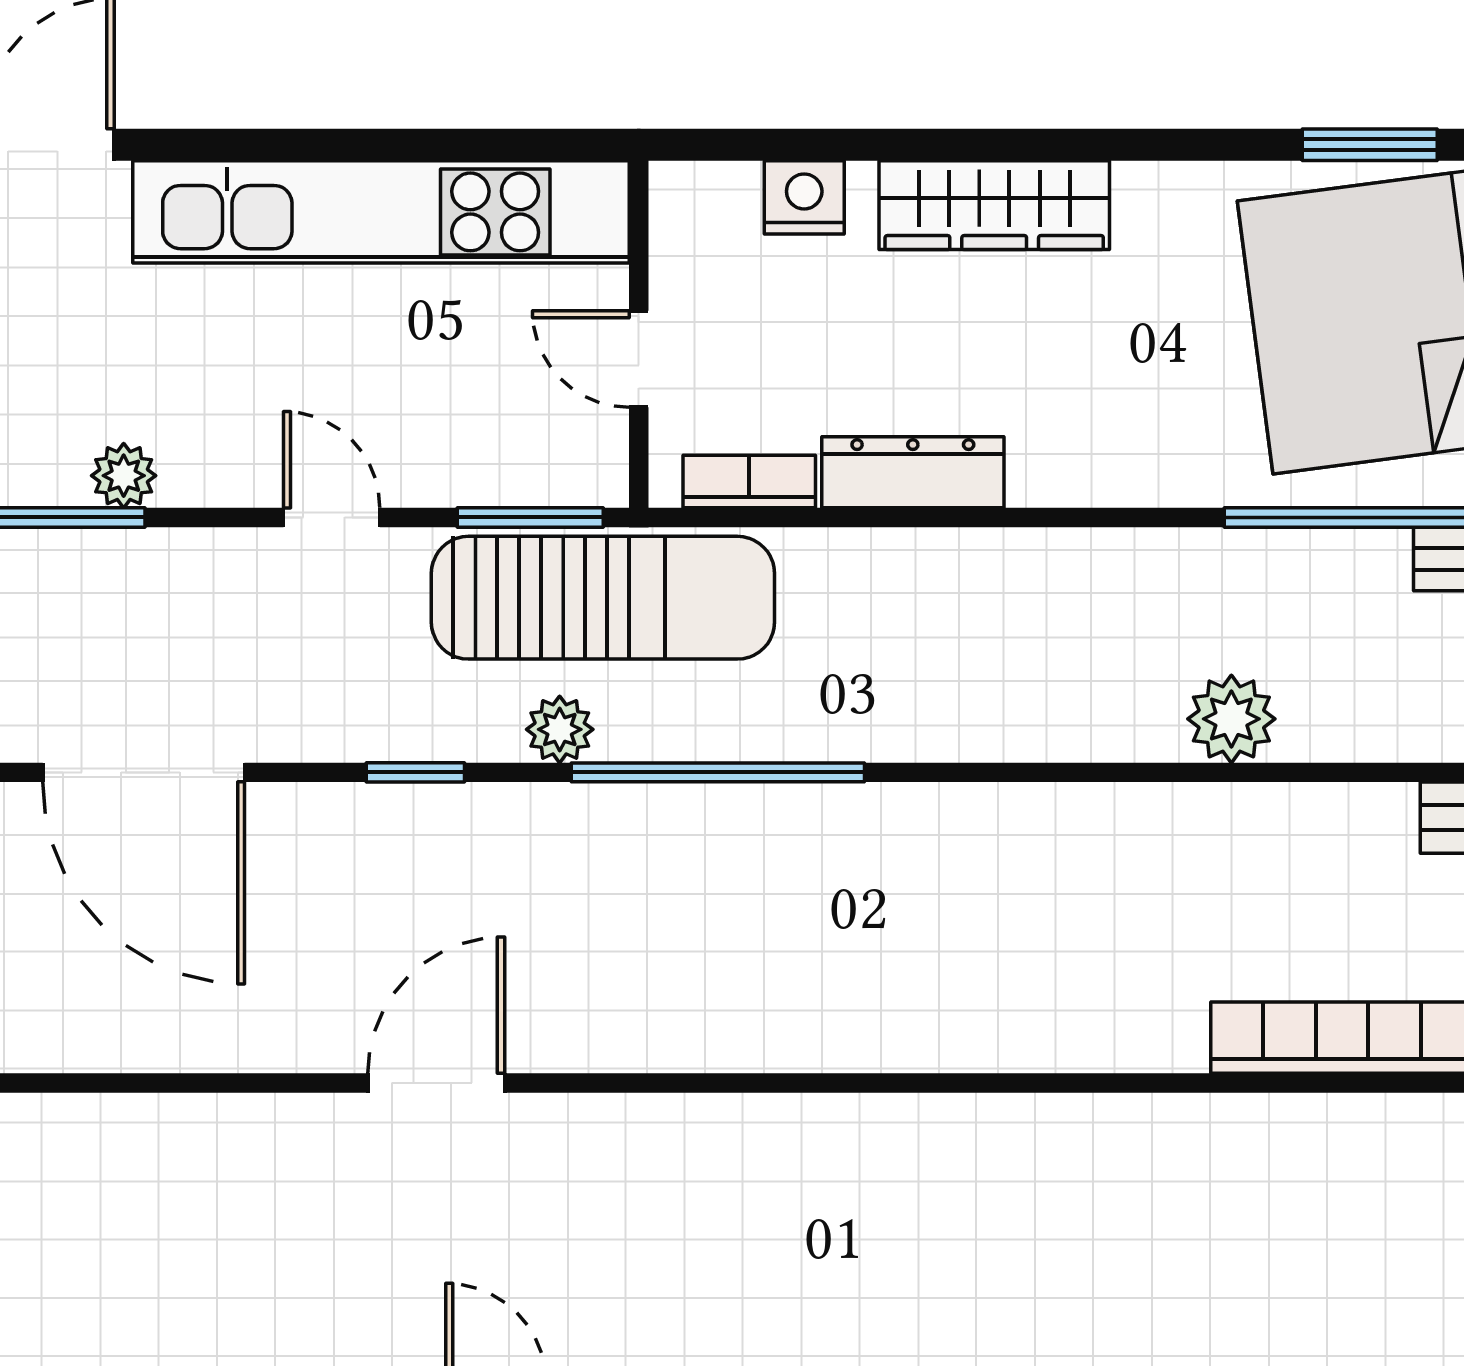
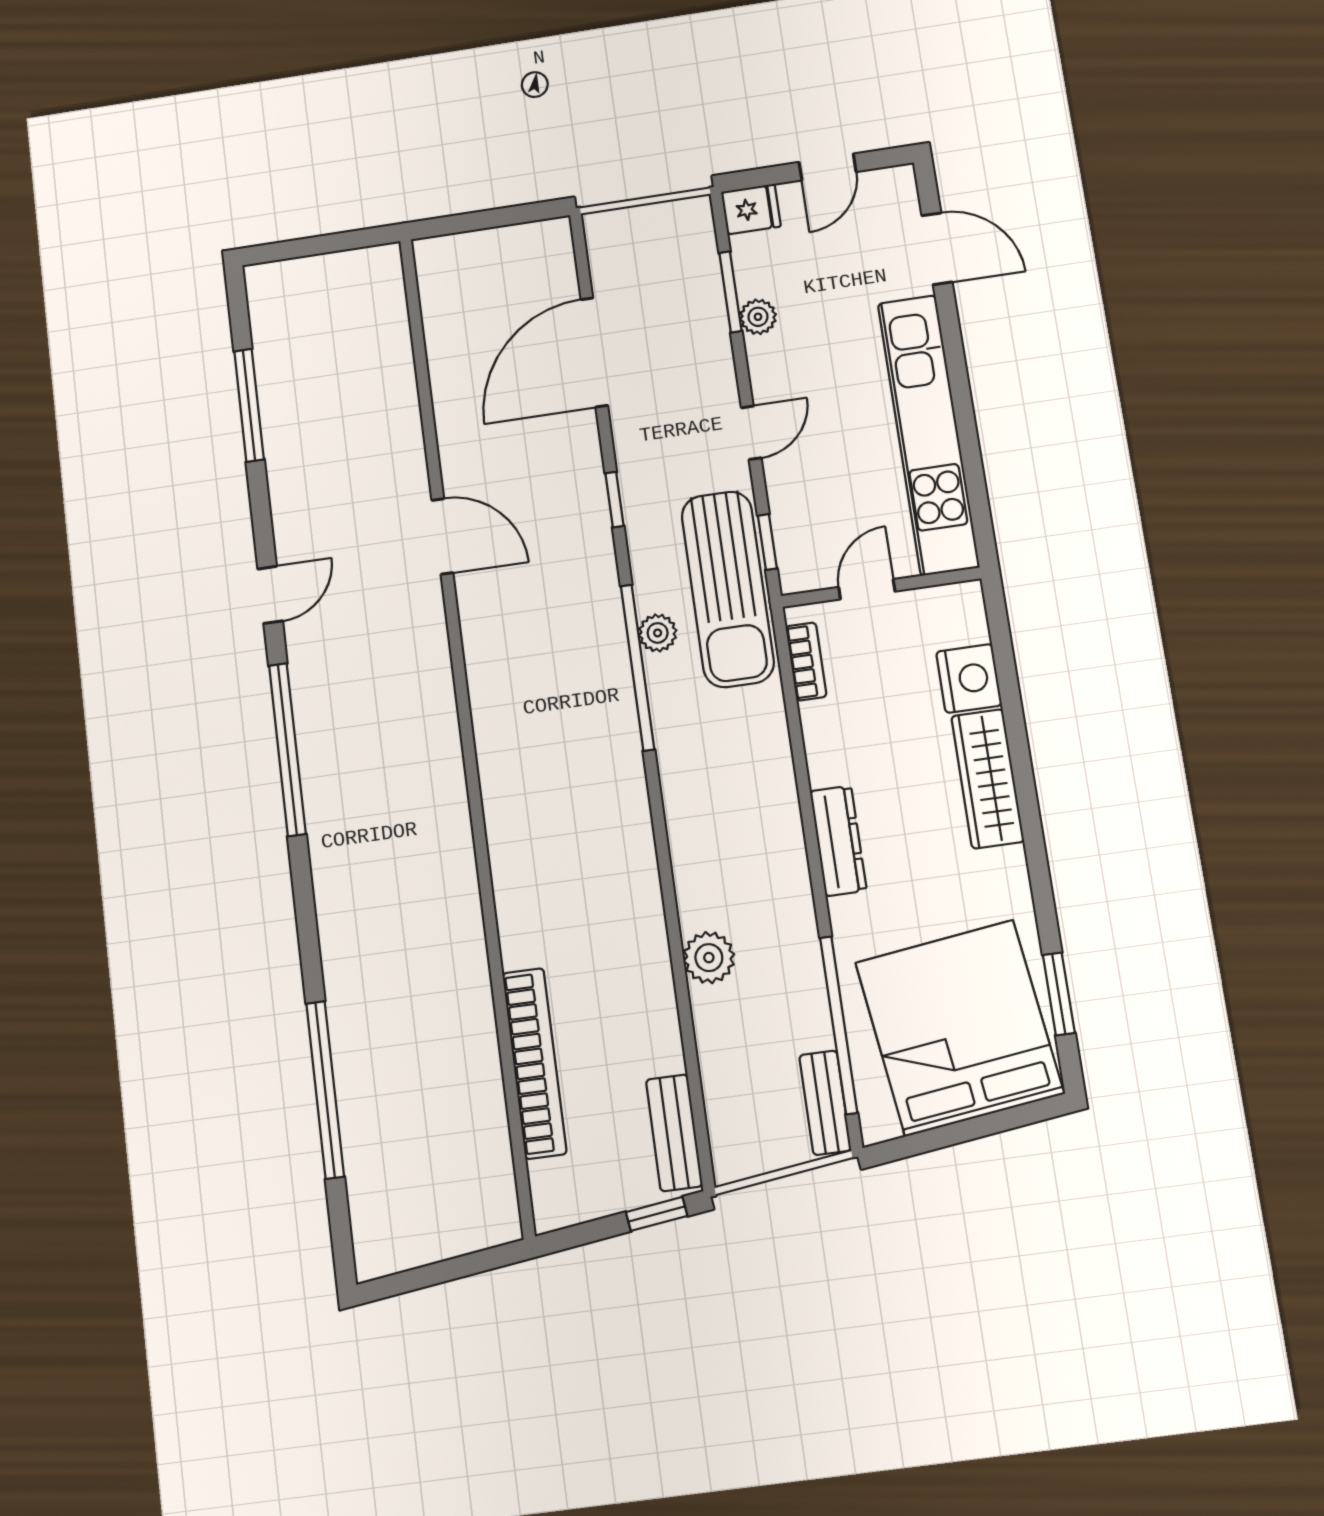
nightstand: (804, 197) -> (969, 678), width x1.36, depth x1.33
dresser: (913, 472) -> (838, 841), moved
window: (530, 517) -> (767, 542), width x0.67
plant: (560, 729) -> (658, 633), moved

